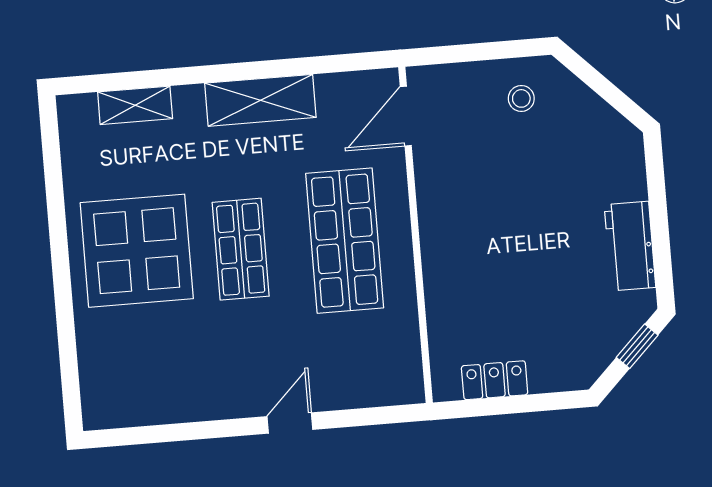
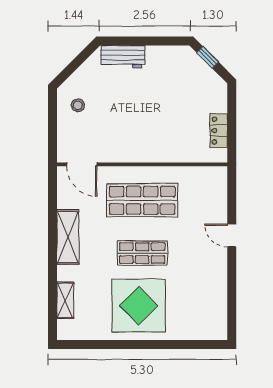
workbench: (630, 246) -> (123, 57), moved

